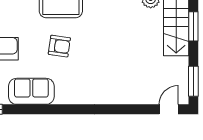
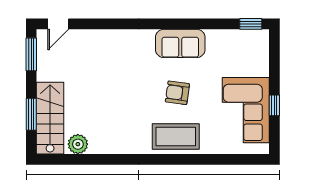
sofa: (31, 91) -> (180, 43), moved

